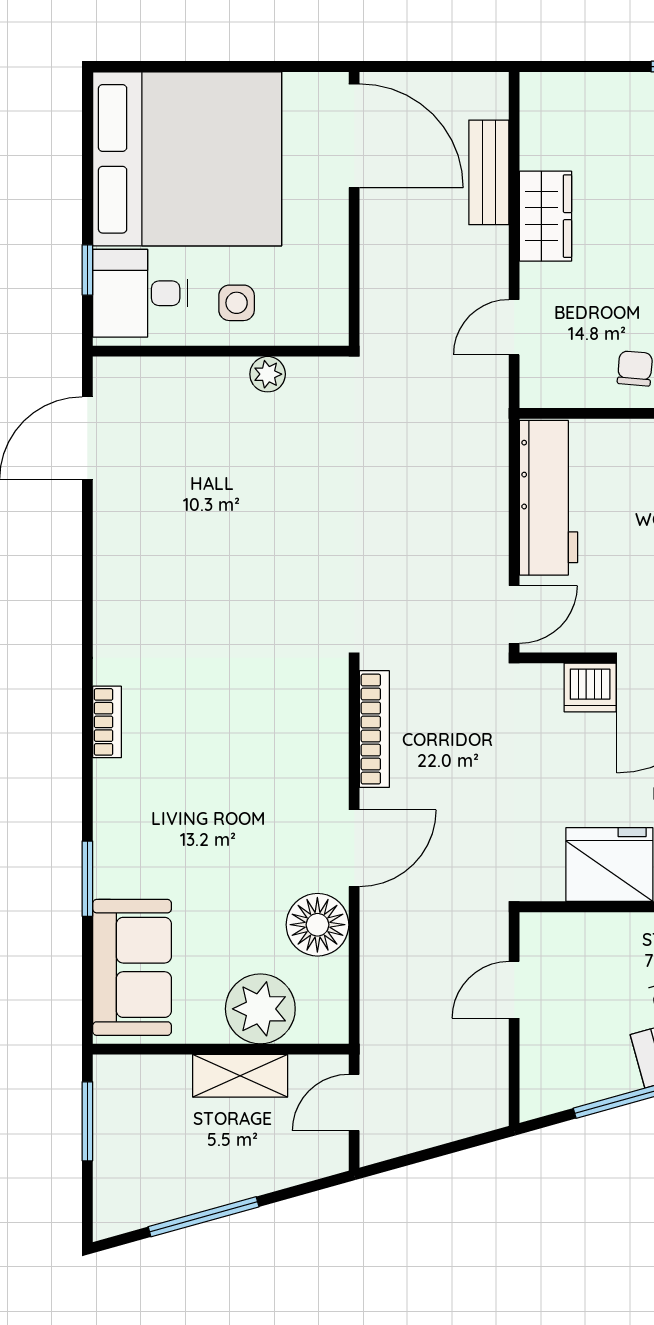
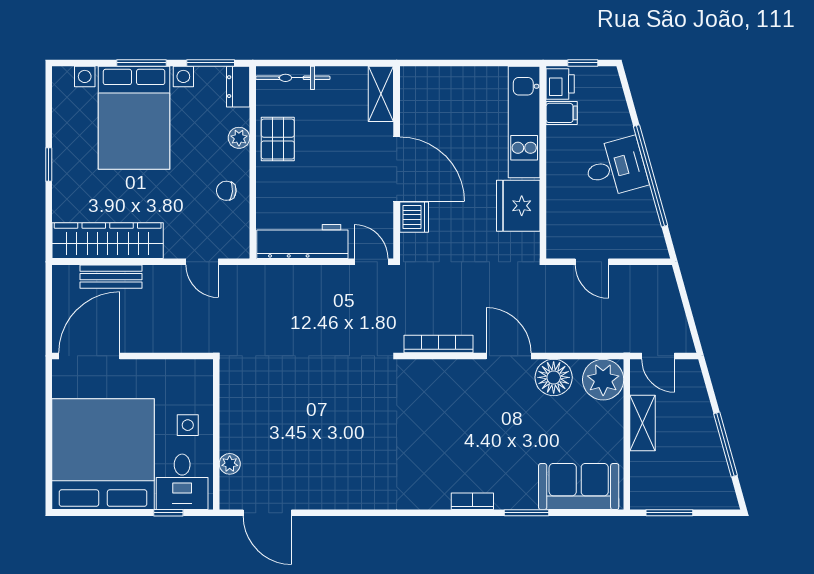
wardrobe: (546, 216) -> (108, 241), width x2.10, depth x1.17
plant: (268, 374) -> (230, 464), moved
bookcase: (107, 722) -> (472, 501), moved
plant: (260, 1009) -> (603, 380), moved

